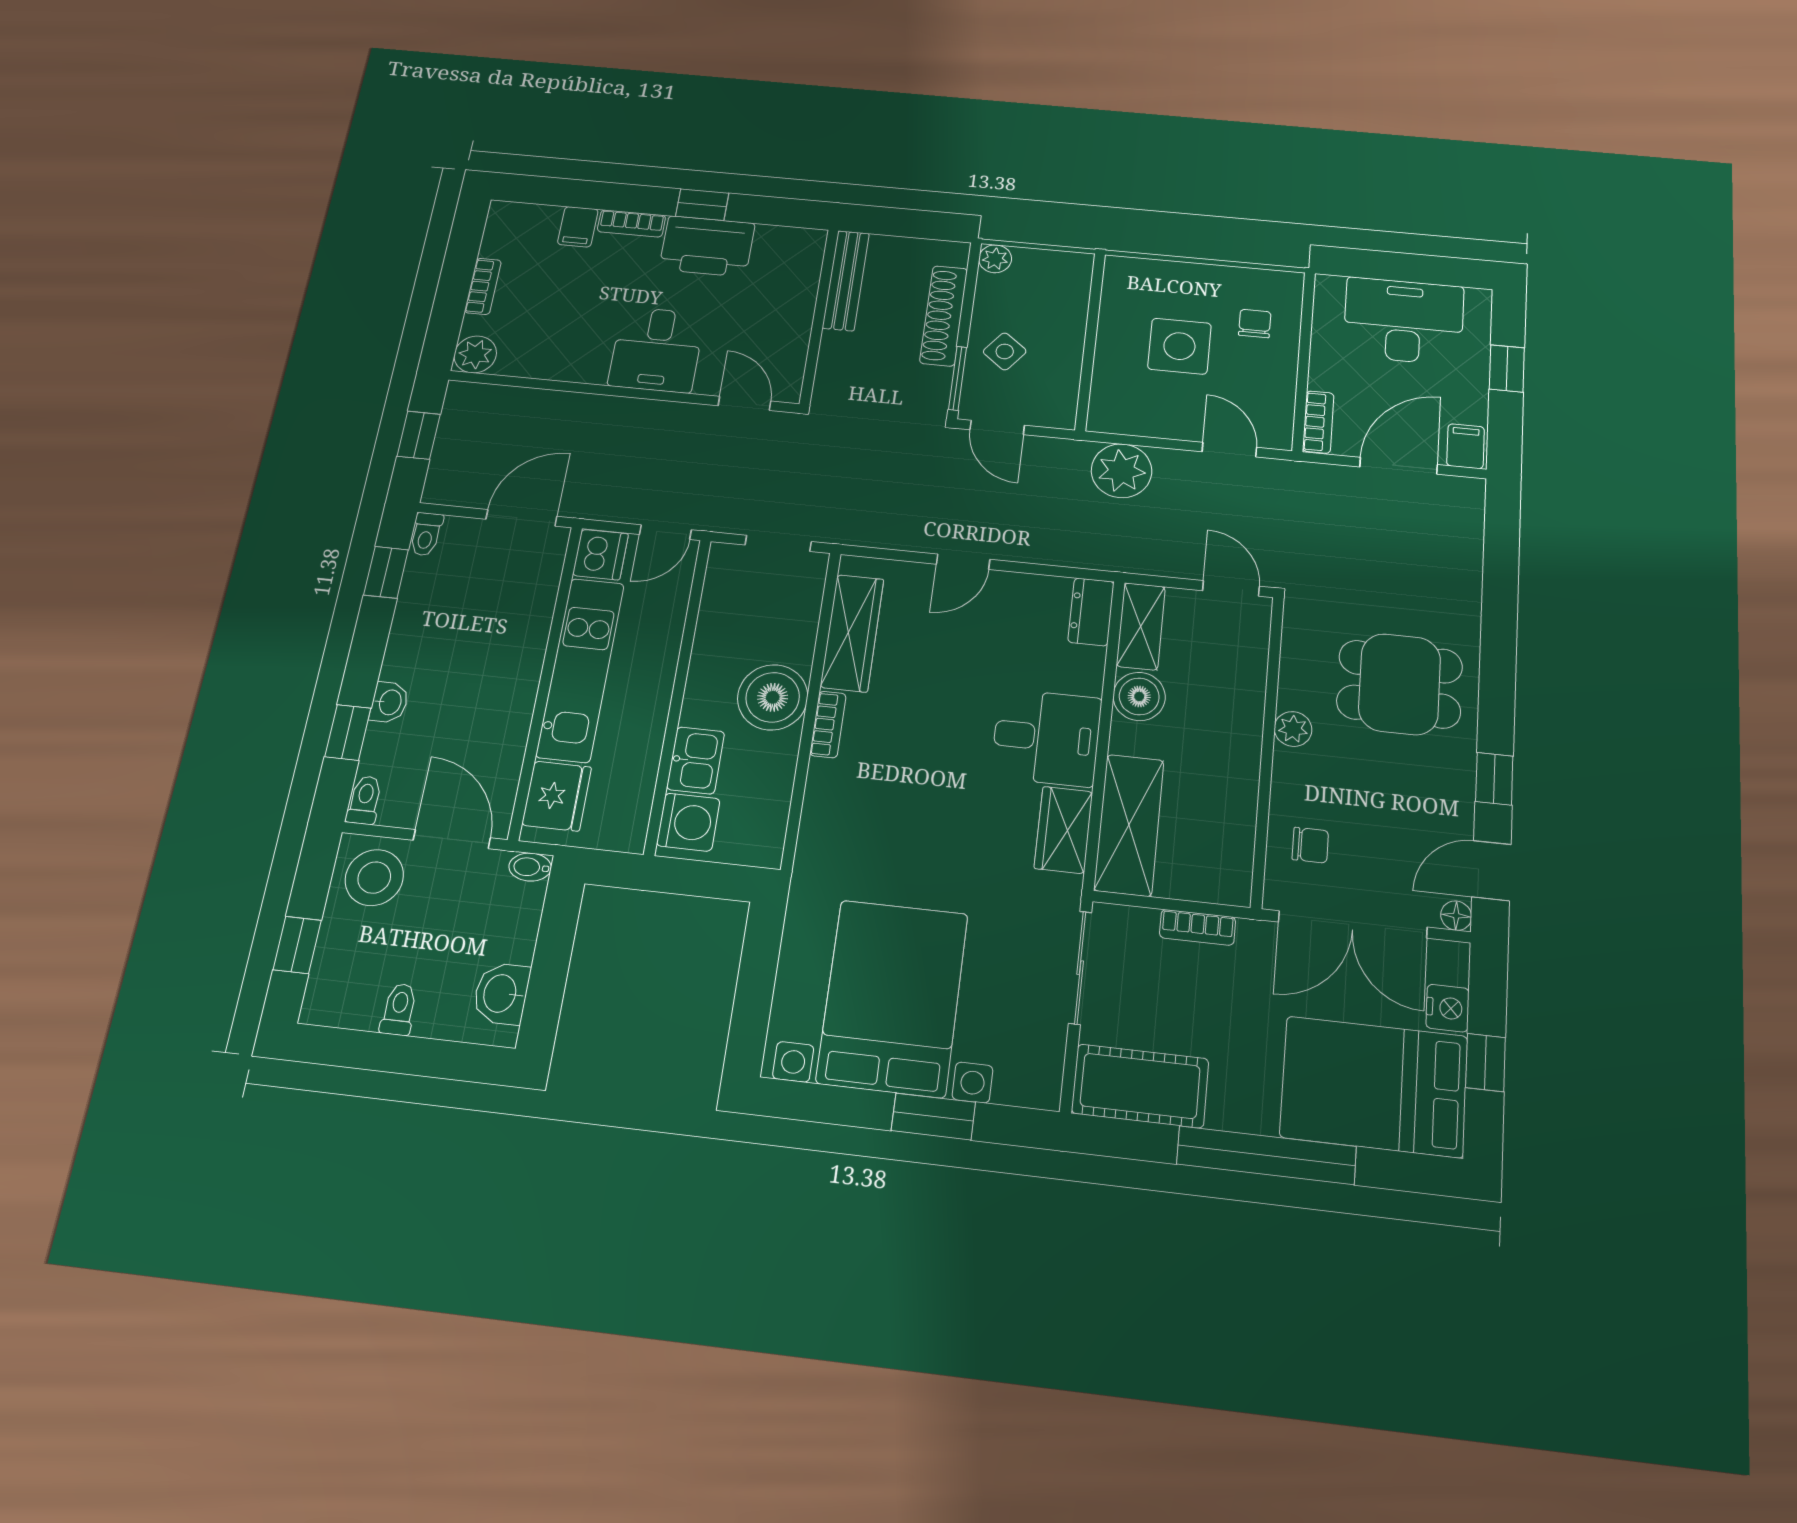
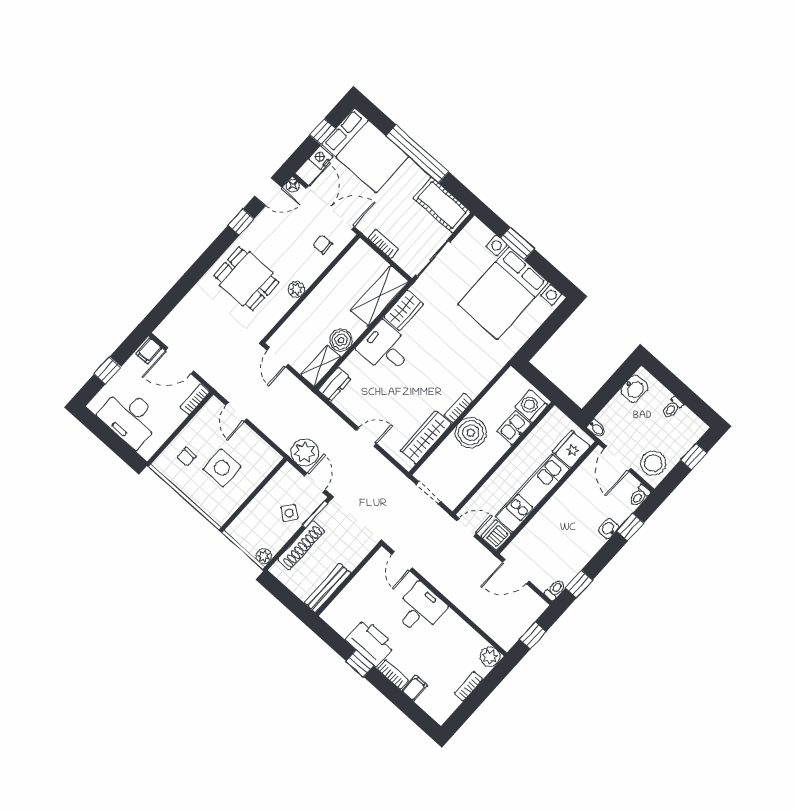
plant: (1122, 471) -> (305, 452), moved

